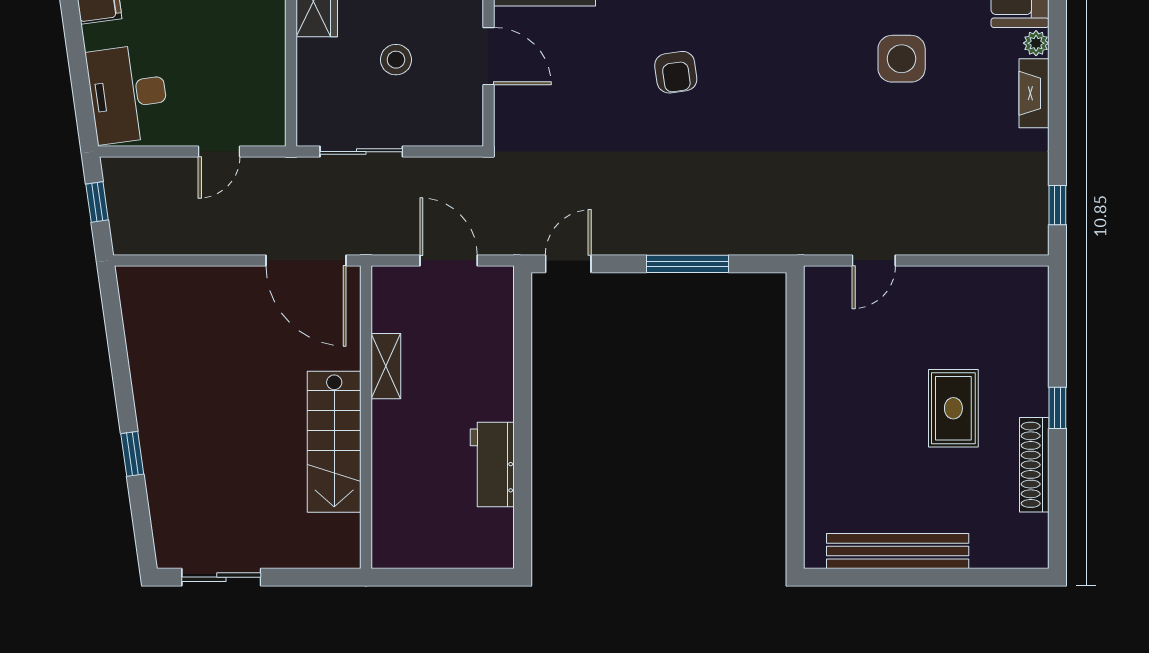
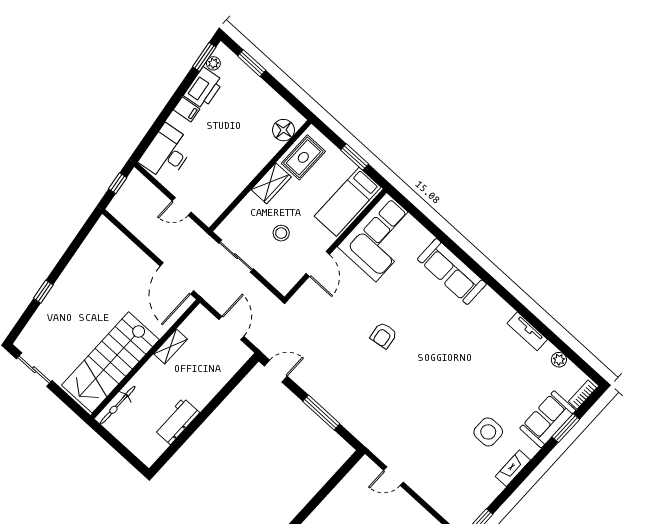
plant: (1036, 43) -> (531, 450), removed
side table: (902, 59) -> (488, 432), moved
stairs: (334, 442) -> (110, 362), width x1.36, depth x1.51
bicycle: (387, 519) -> (118, 405), added

